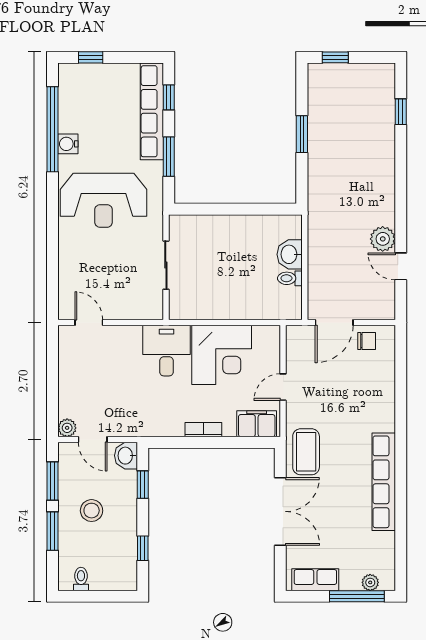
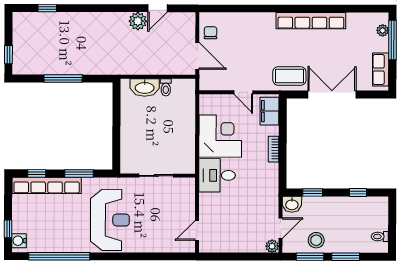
window: (302, 134) -> (63, 79), width x1.44
water cooler: (68, 144) -> (19, 241), moved, turned 90
washbasin: (290, 254) -> (145, 87), width x1.38
stool: (92, 511) -> (316, 240), moved

